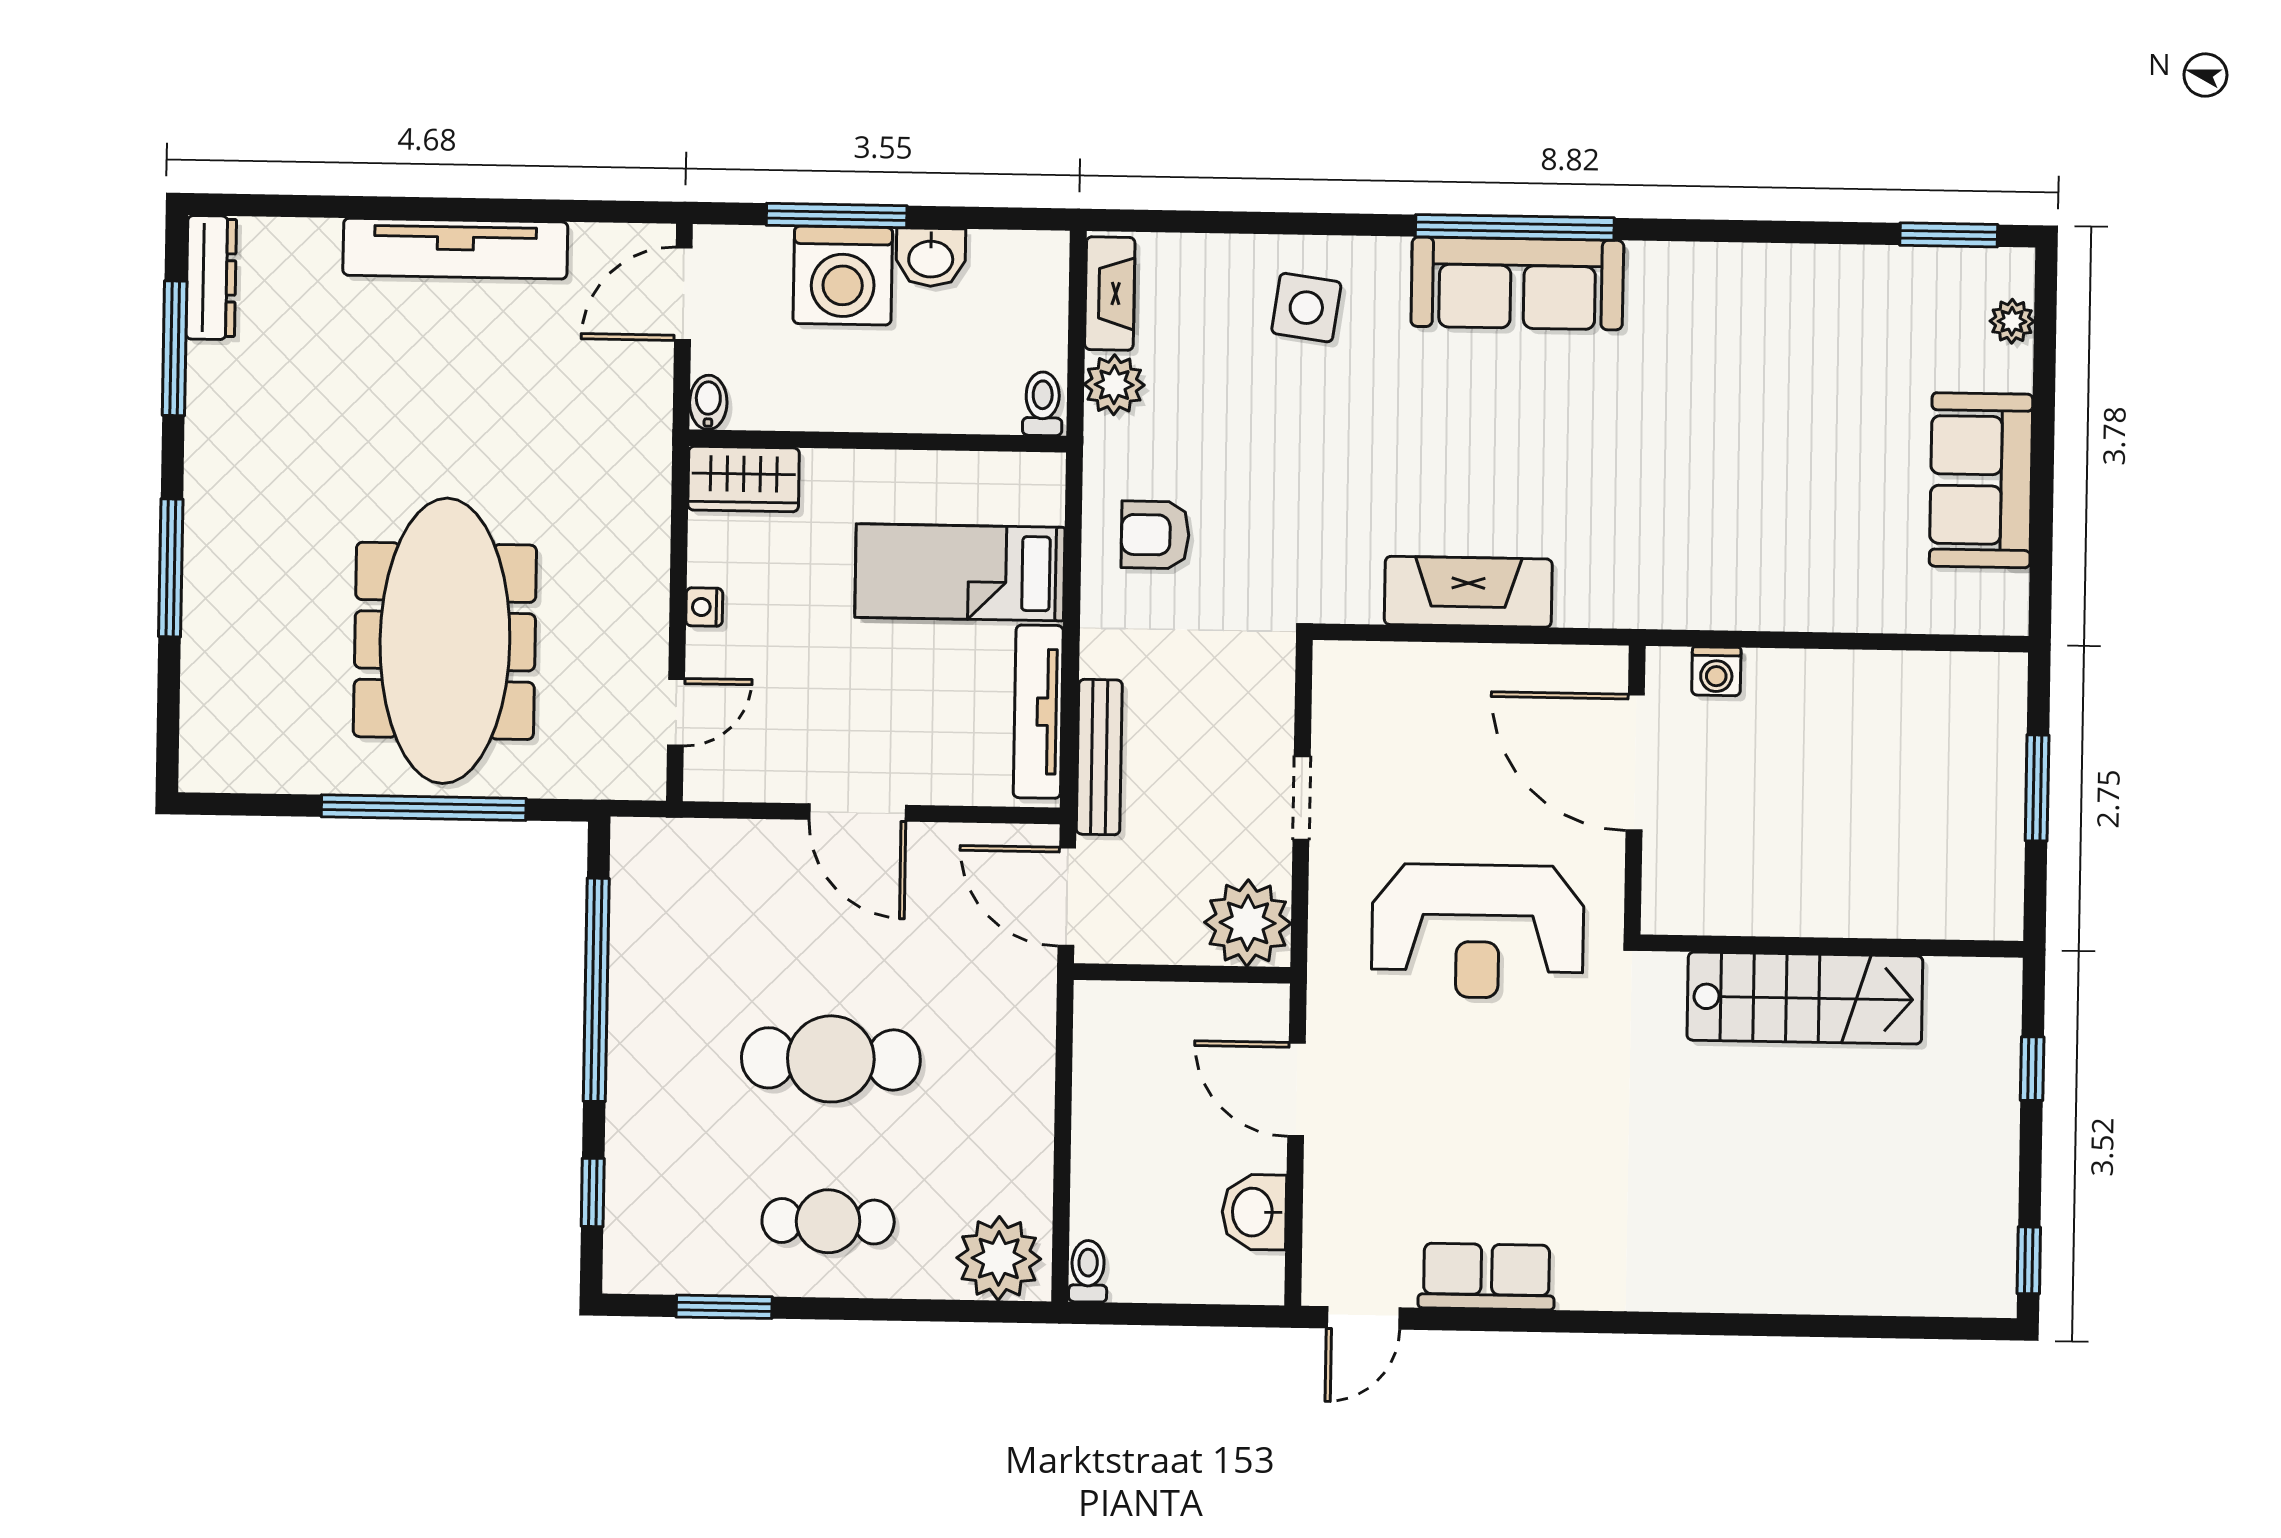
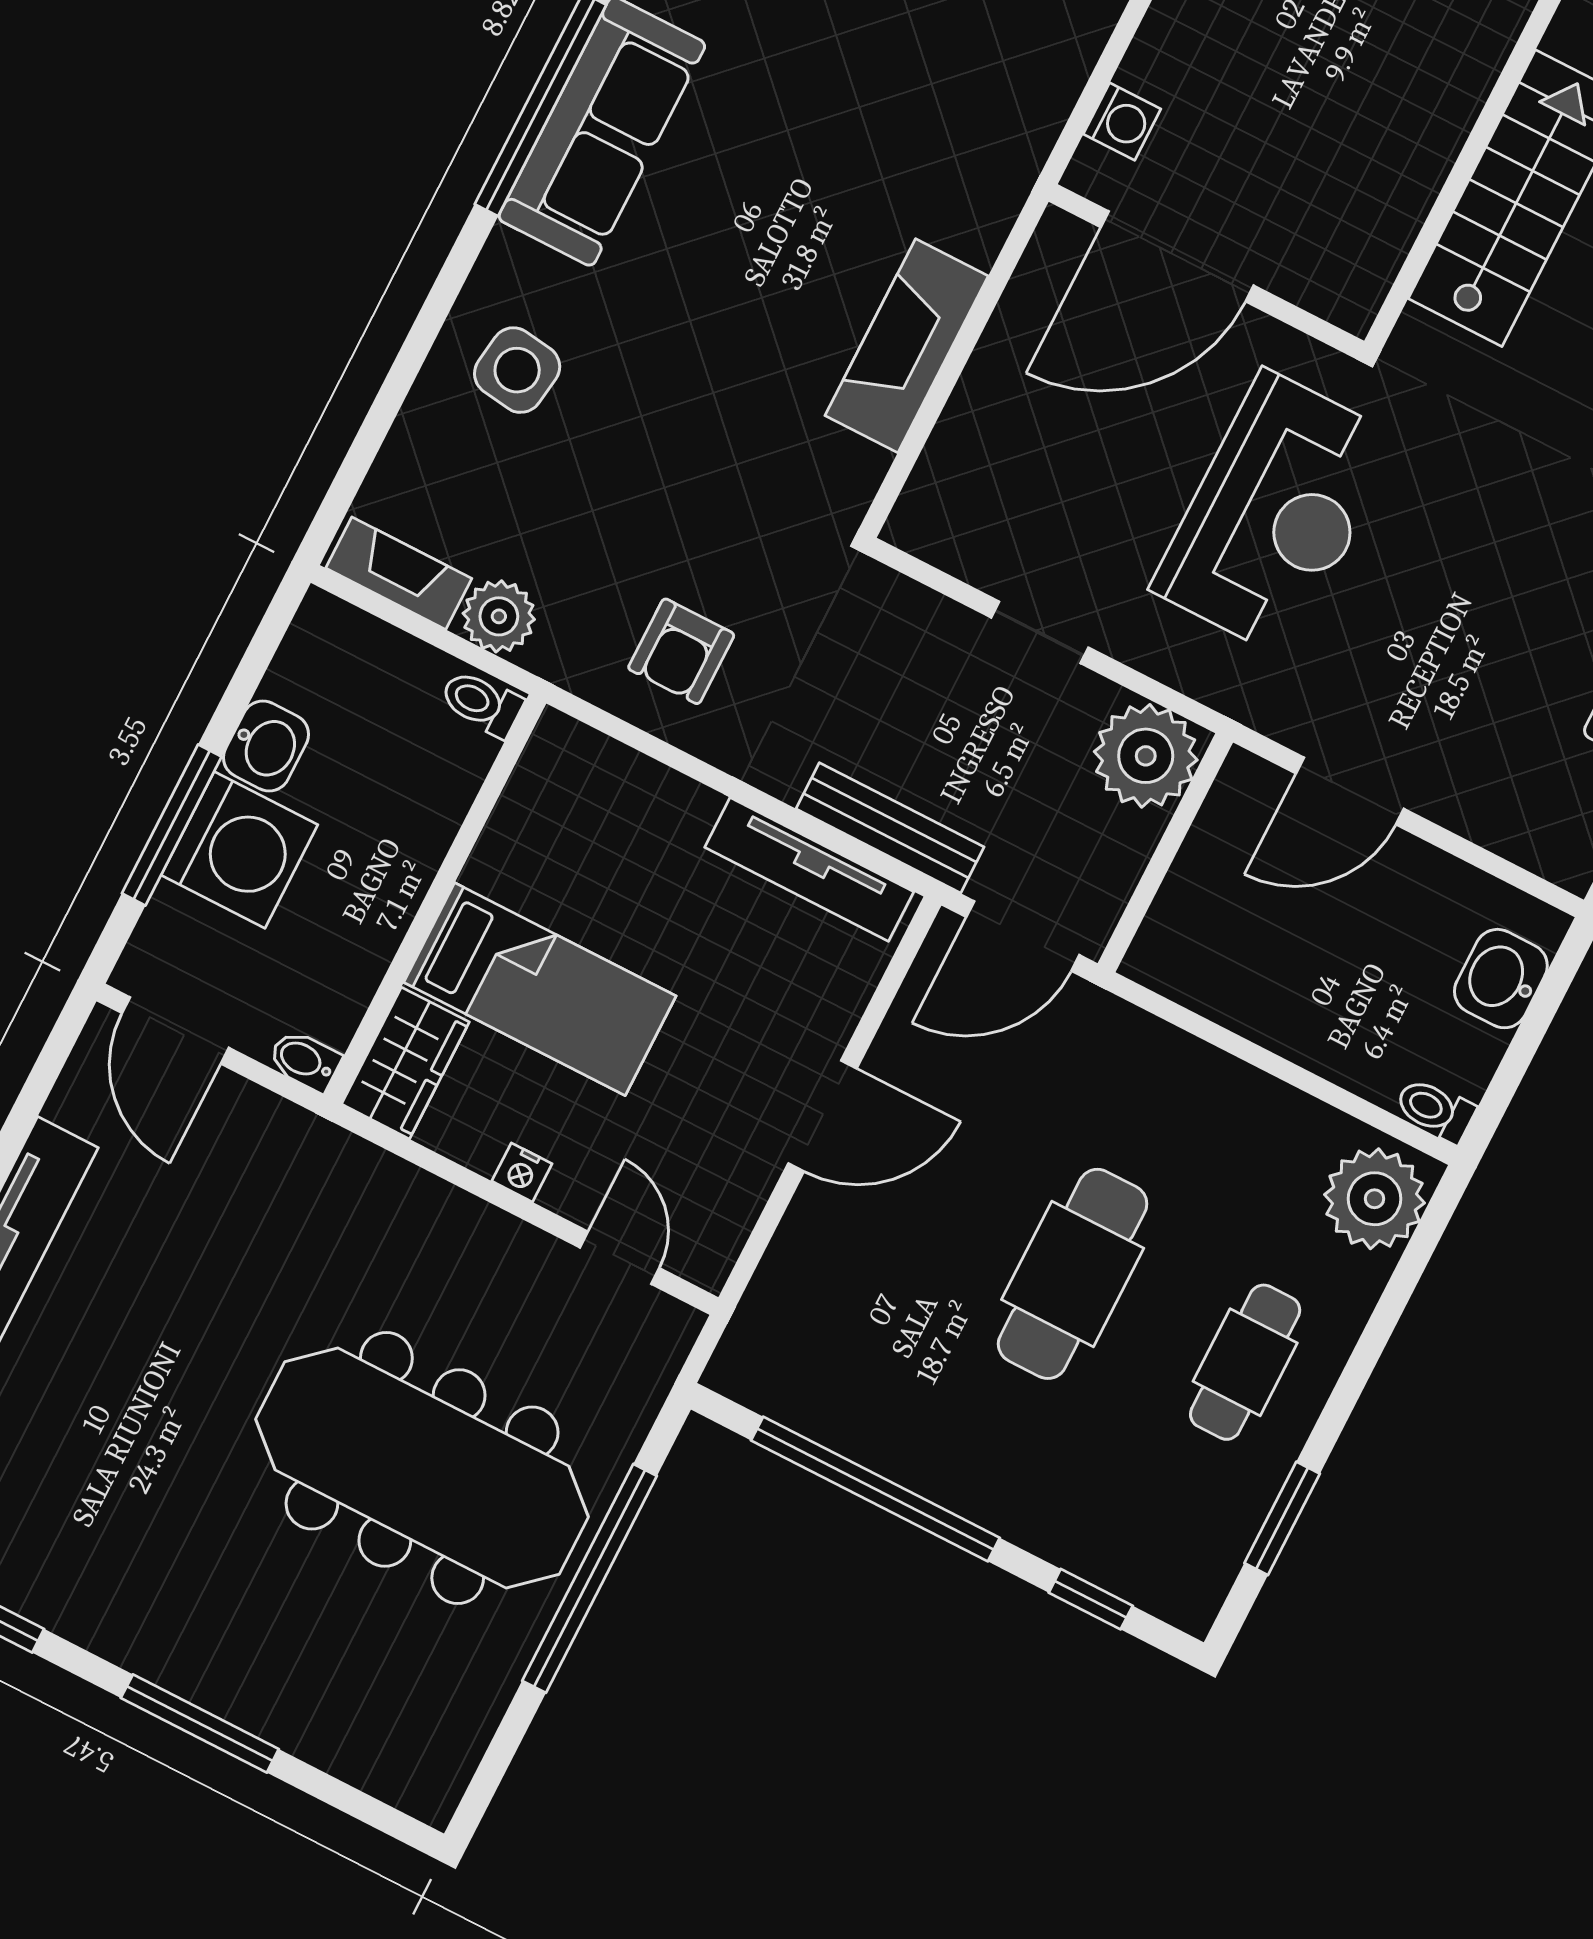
bed: (960, 572) -> (540, 989), moved, turned -90
washbasin: (1254, 1212) -> (1501, 979), moved, turned 90

